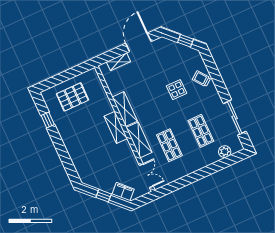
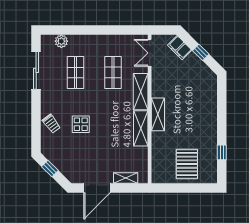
pallet: (72, 97) -> (187, 164), turned 90

